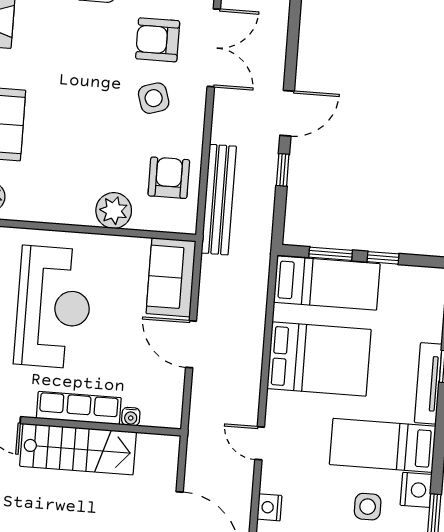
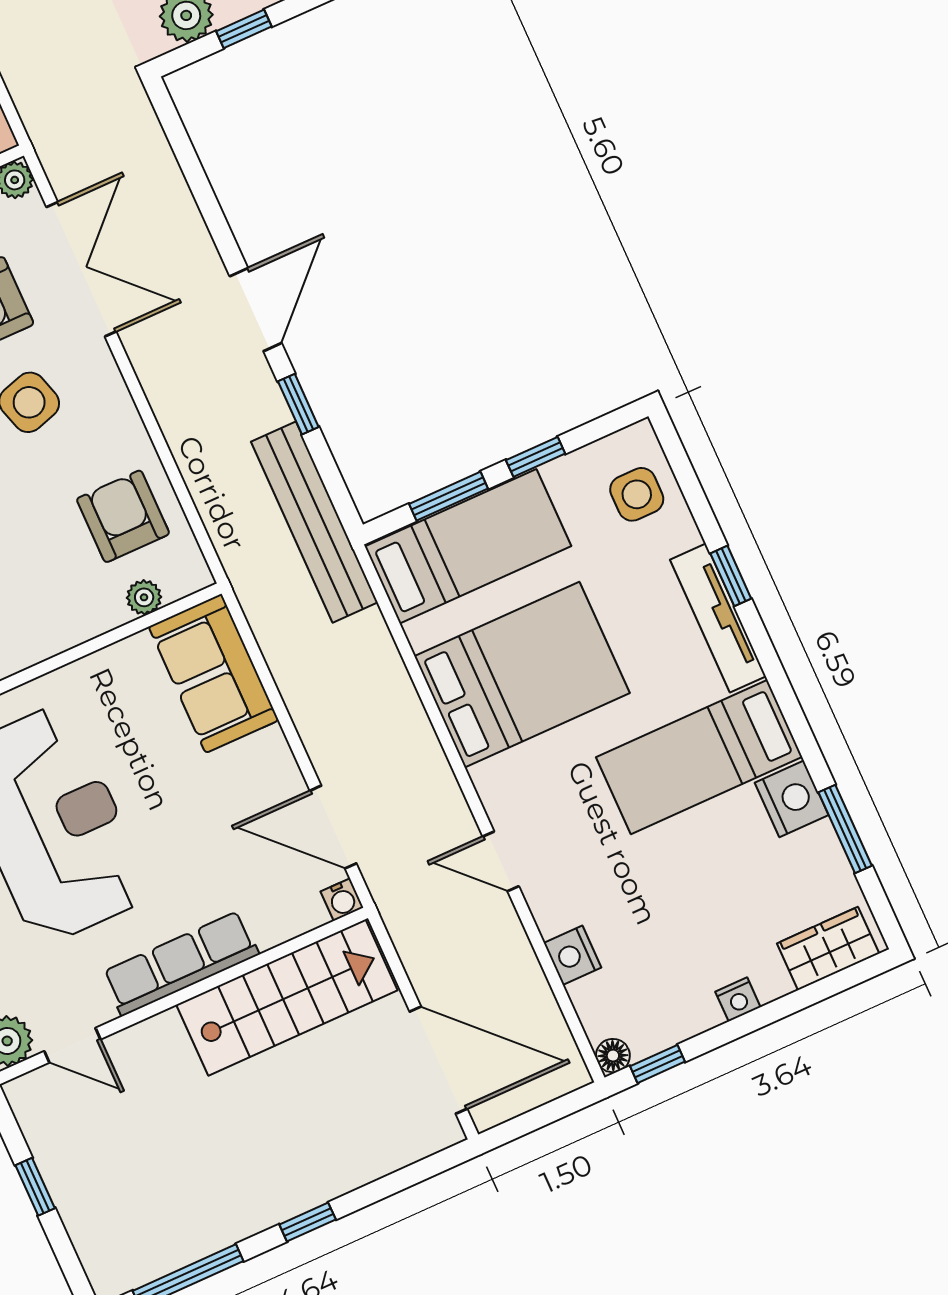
bench: (219, 200) -> (314, 522), moved
plant: (114, 211) -> (144, 597), moved, width x0.53, depth x0.53
door: (191, 344) -> (333, 827), moved
water cooler: (131, 417) -> (342, 900), moved
stairs: (78, 449) -> (287, 997), moved
side table: (368, 507) -> (637, 494), moved

